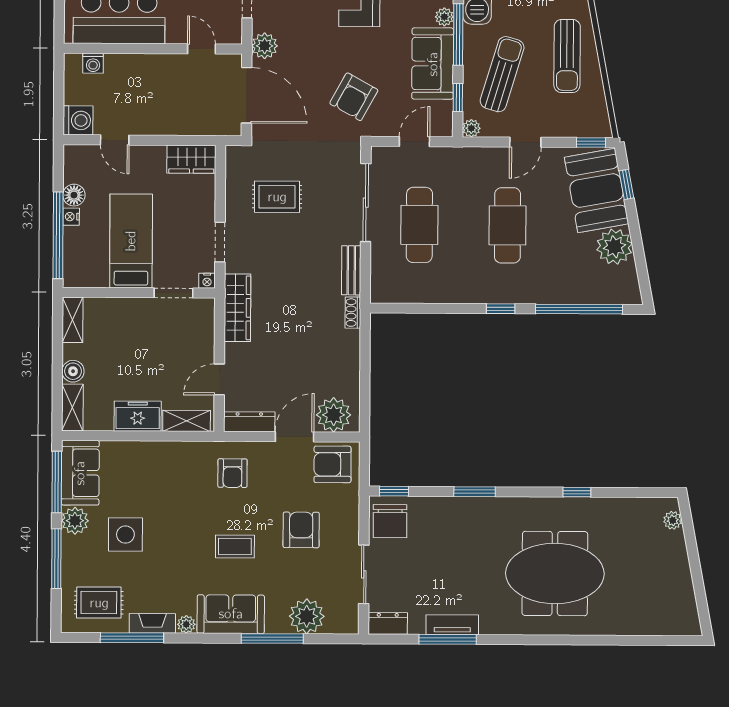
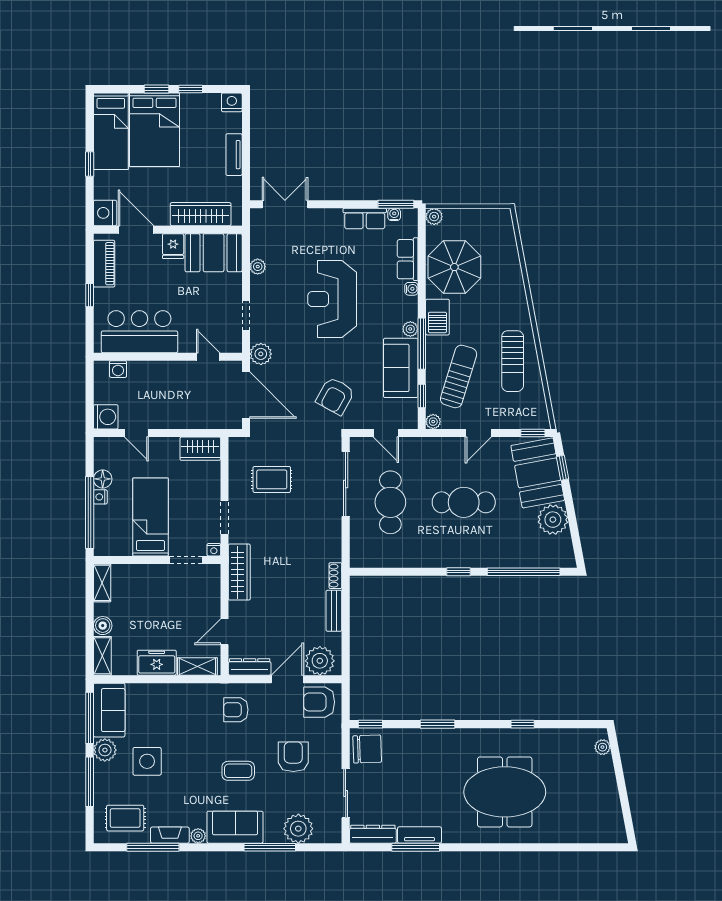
door: (414, 142) -> (386, 433), swing flipped
cafe table: (507, 225) -> (464, 502), turned 90
bench: (351, 270) -> (334, 611), moved
armchair: (232, 473) -> (236, 710), turned 90
chair: (390, 521) -> (367, 749), turned -92
dresser: (388, 623) -> (373, 834), width x1.44

